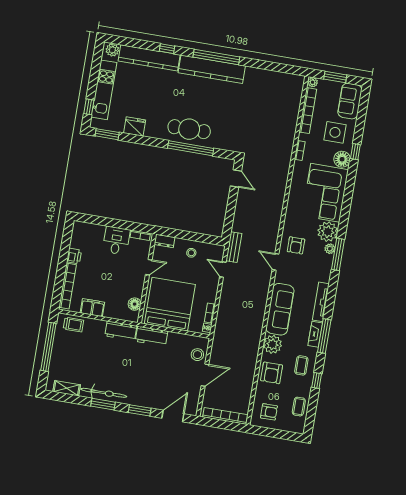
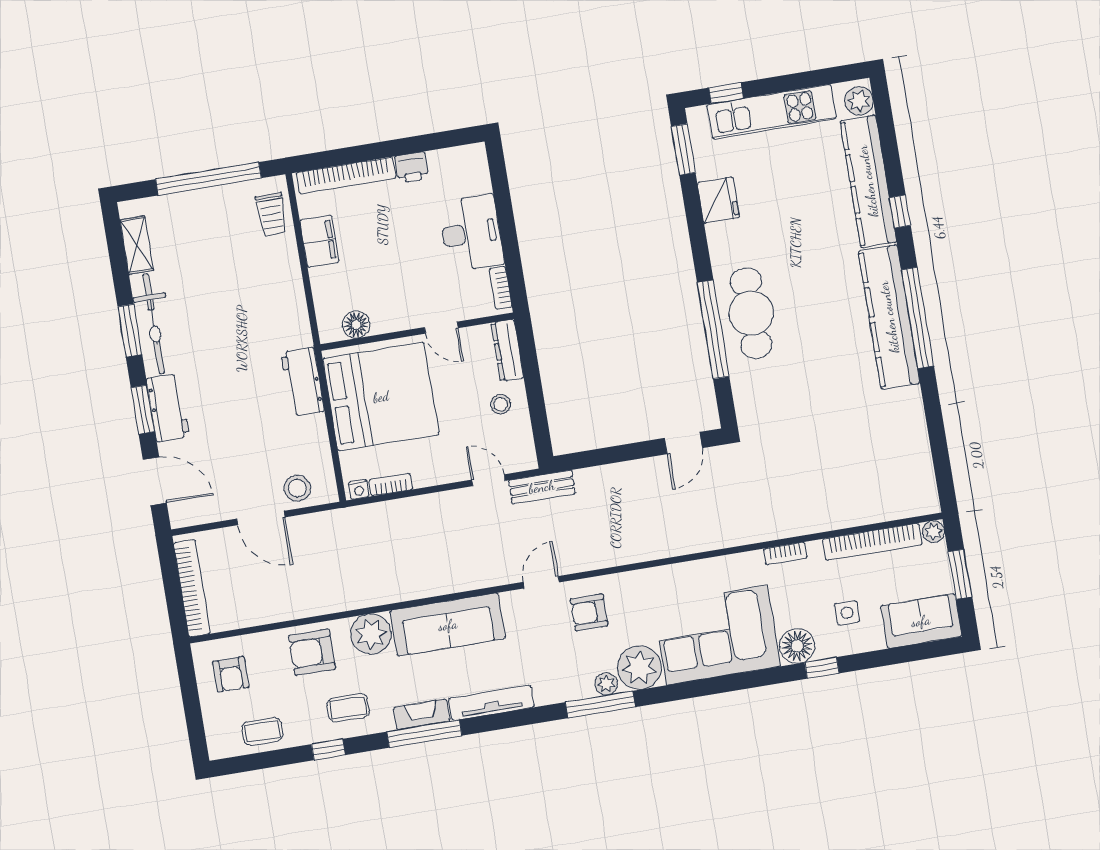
side table: (335, 132) -> (847, 613), width x0.54, depth x0.54
desk: (116, 241) -> (471, 233), width x1.37
dresser: (165, 241) -> (507, 350), width x1.44
door: (223, 270) -> (488, 480), hinge flipped
workbench: (121, 331) -> (168, 408), moved, turned 180

